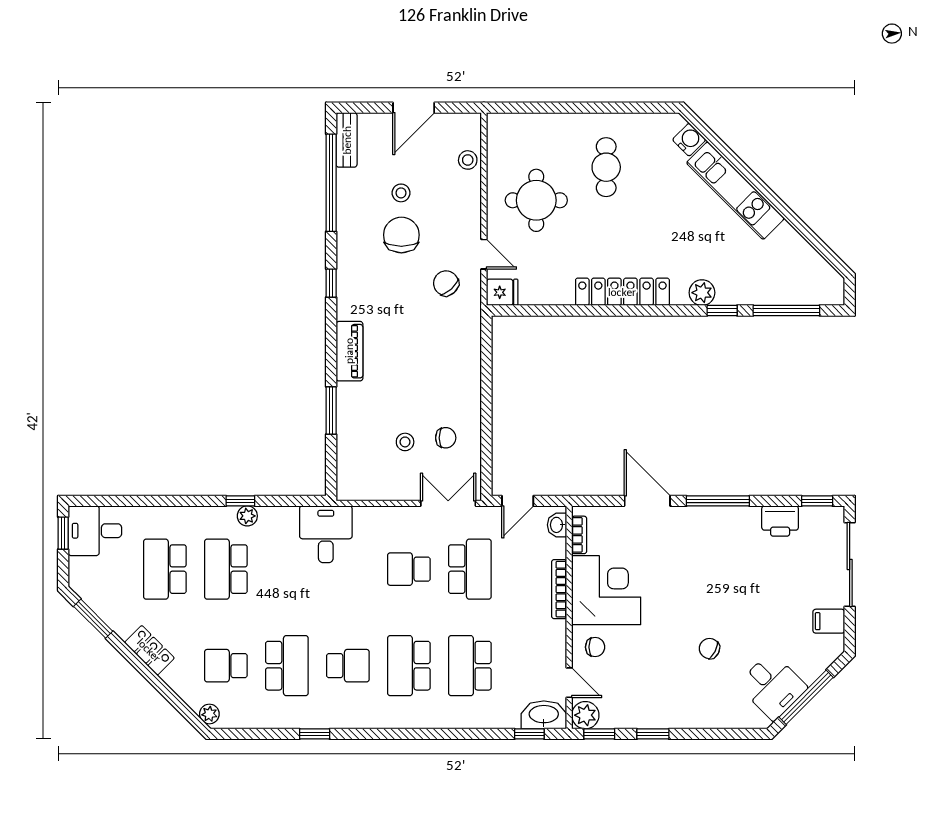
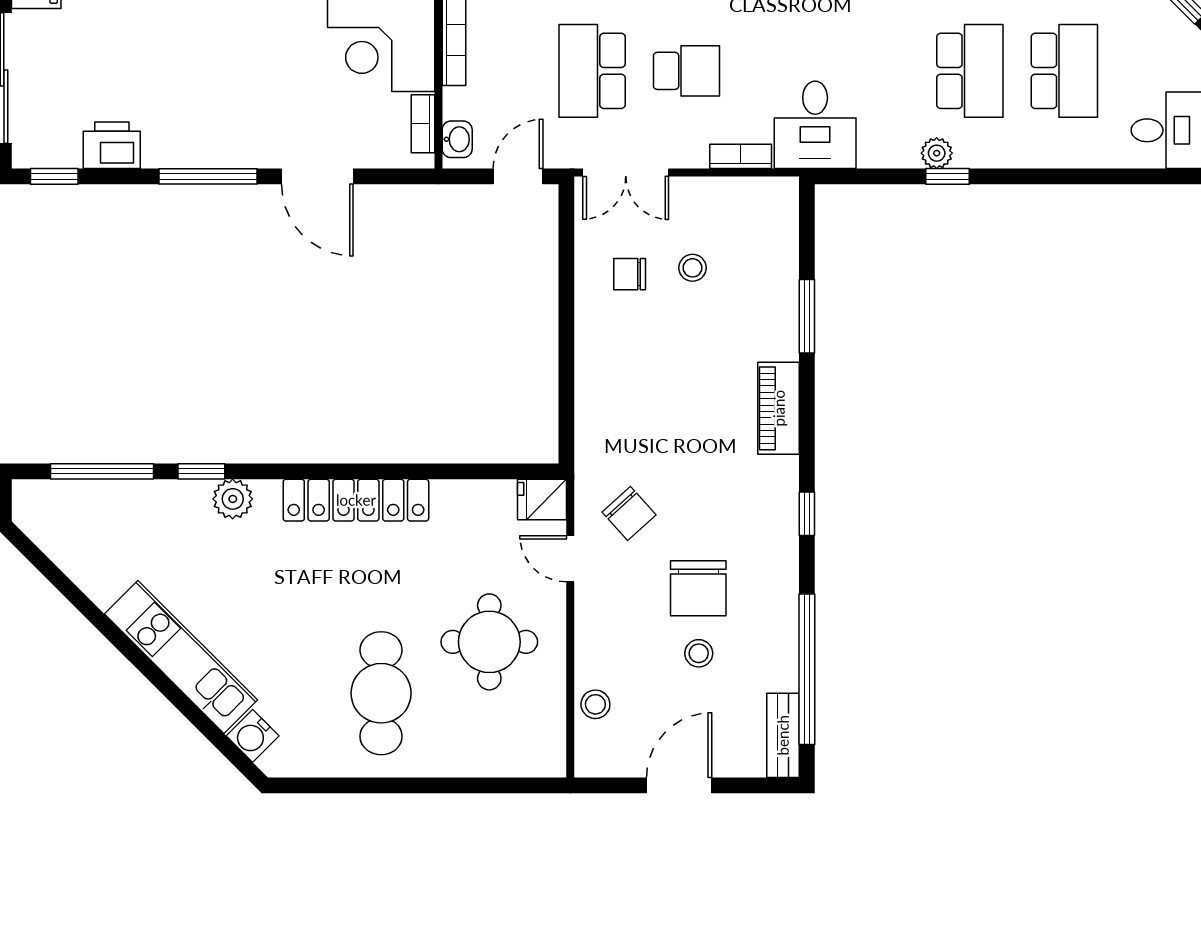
cafe table: (606, 167) -> (381, 693), width x1.37, depth x1.35
bookcase: (374, 514) -> (741, 156), added

